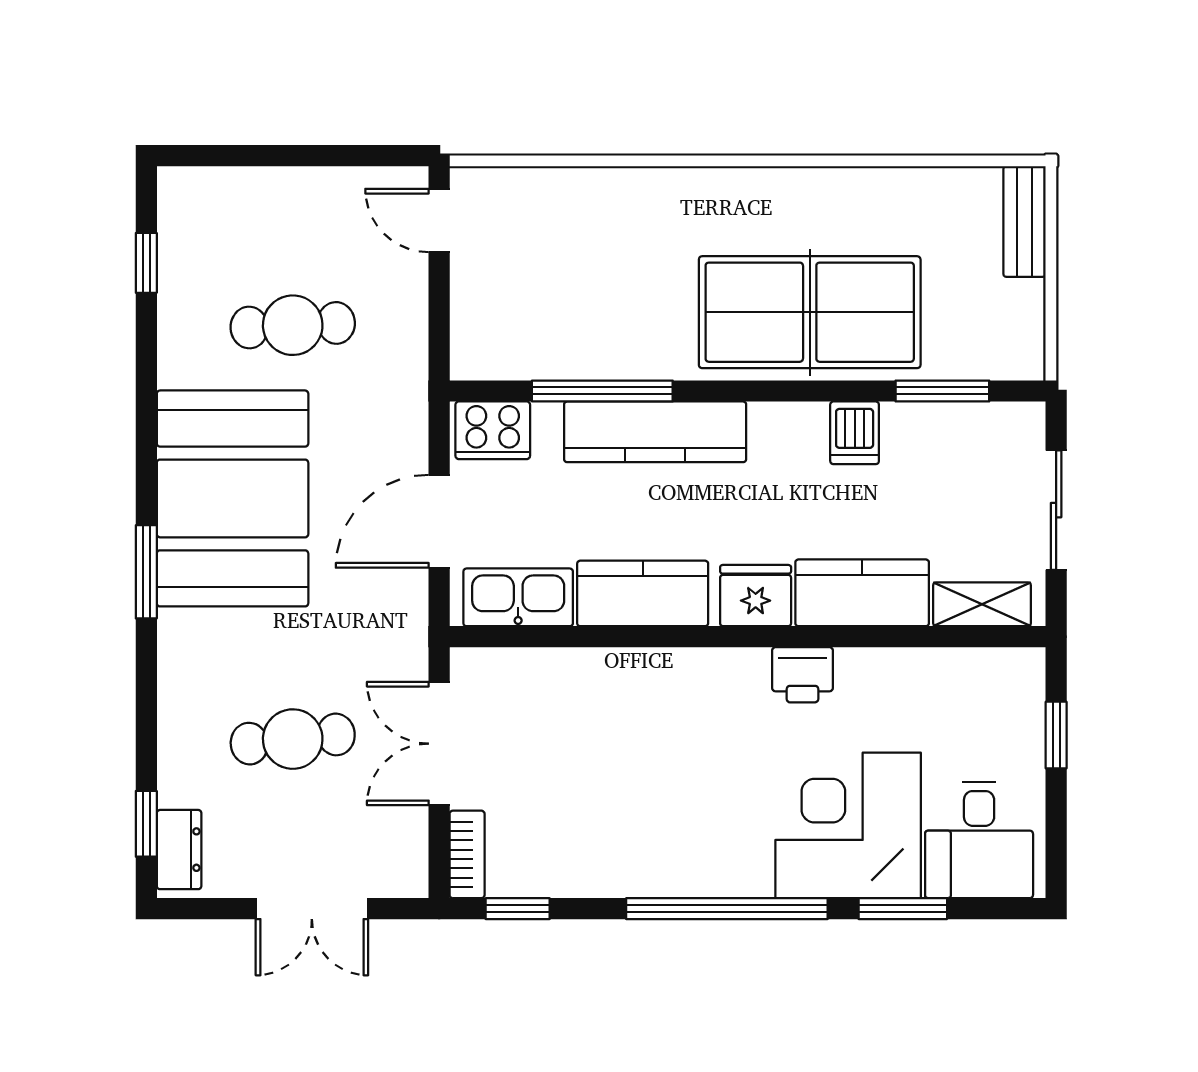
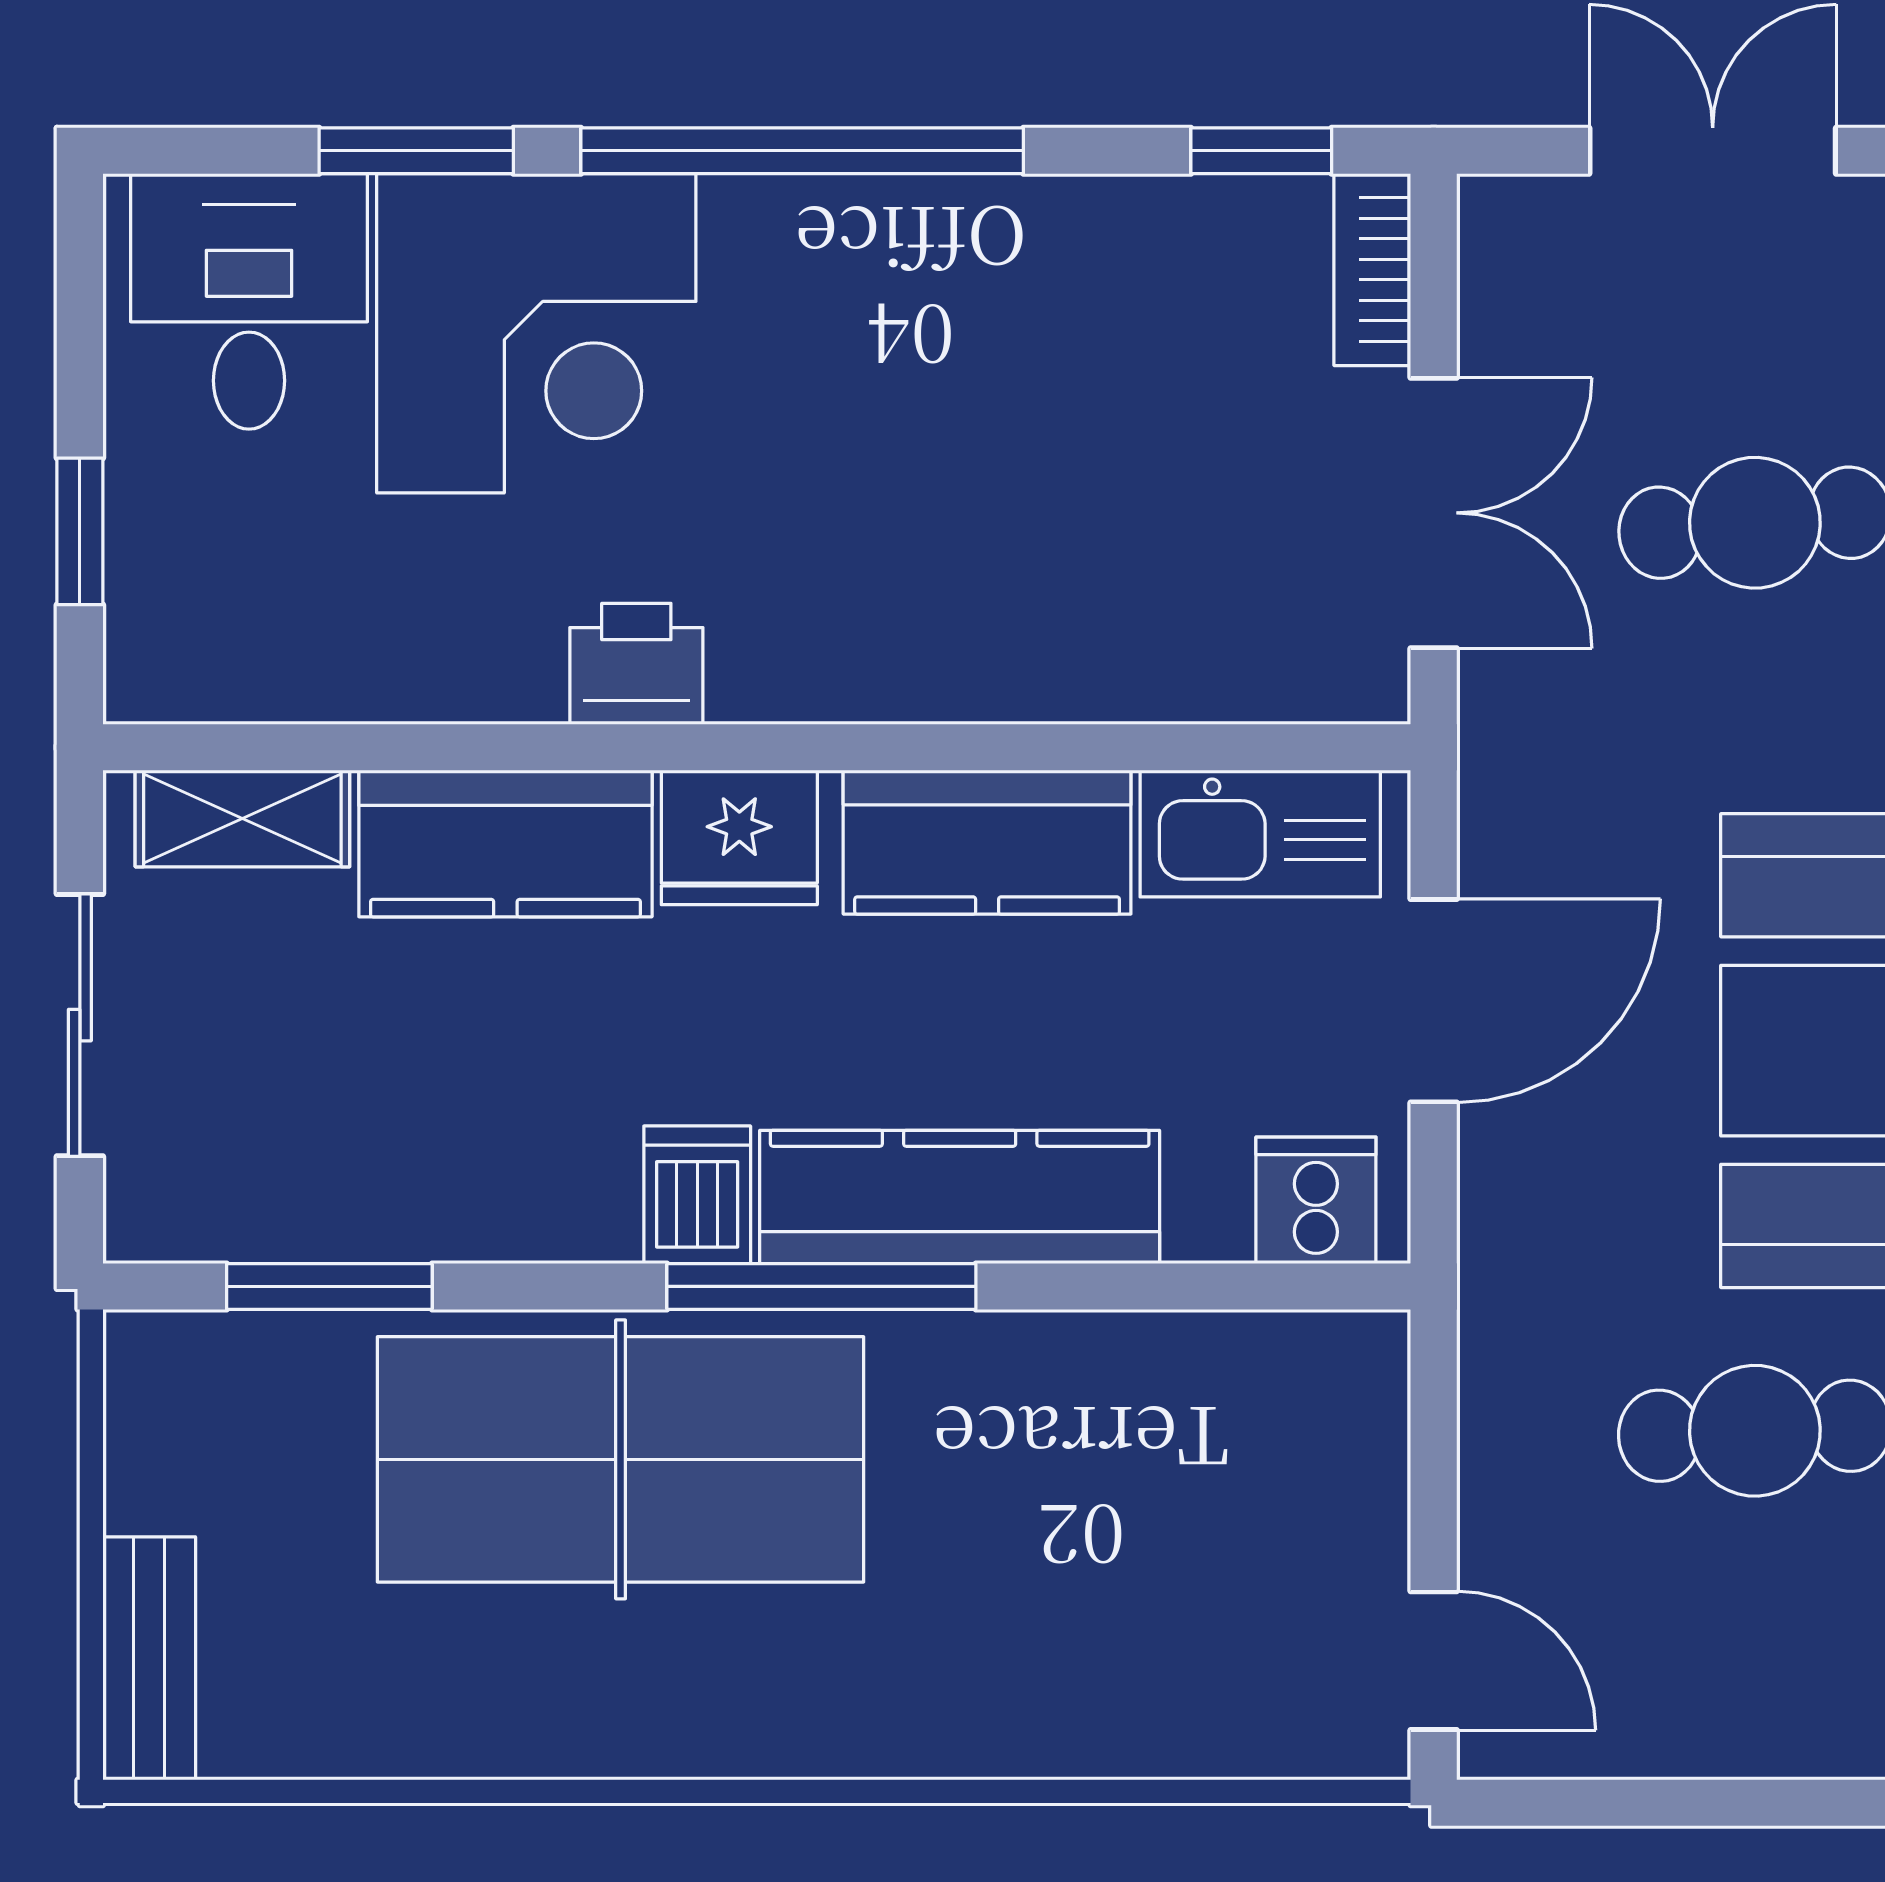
window: (602, 391) -> (821, 1286), moved
cooker: (493, 430) -> (1316, 1200), width x0.73
dishwasher: (855, 433) -> (697, 1195), moved

